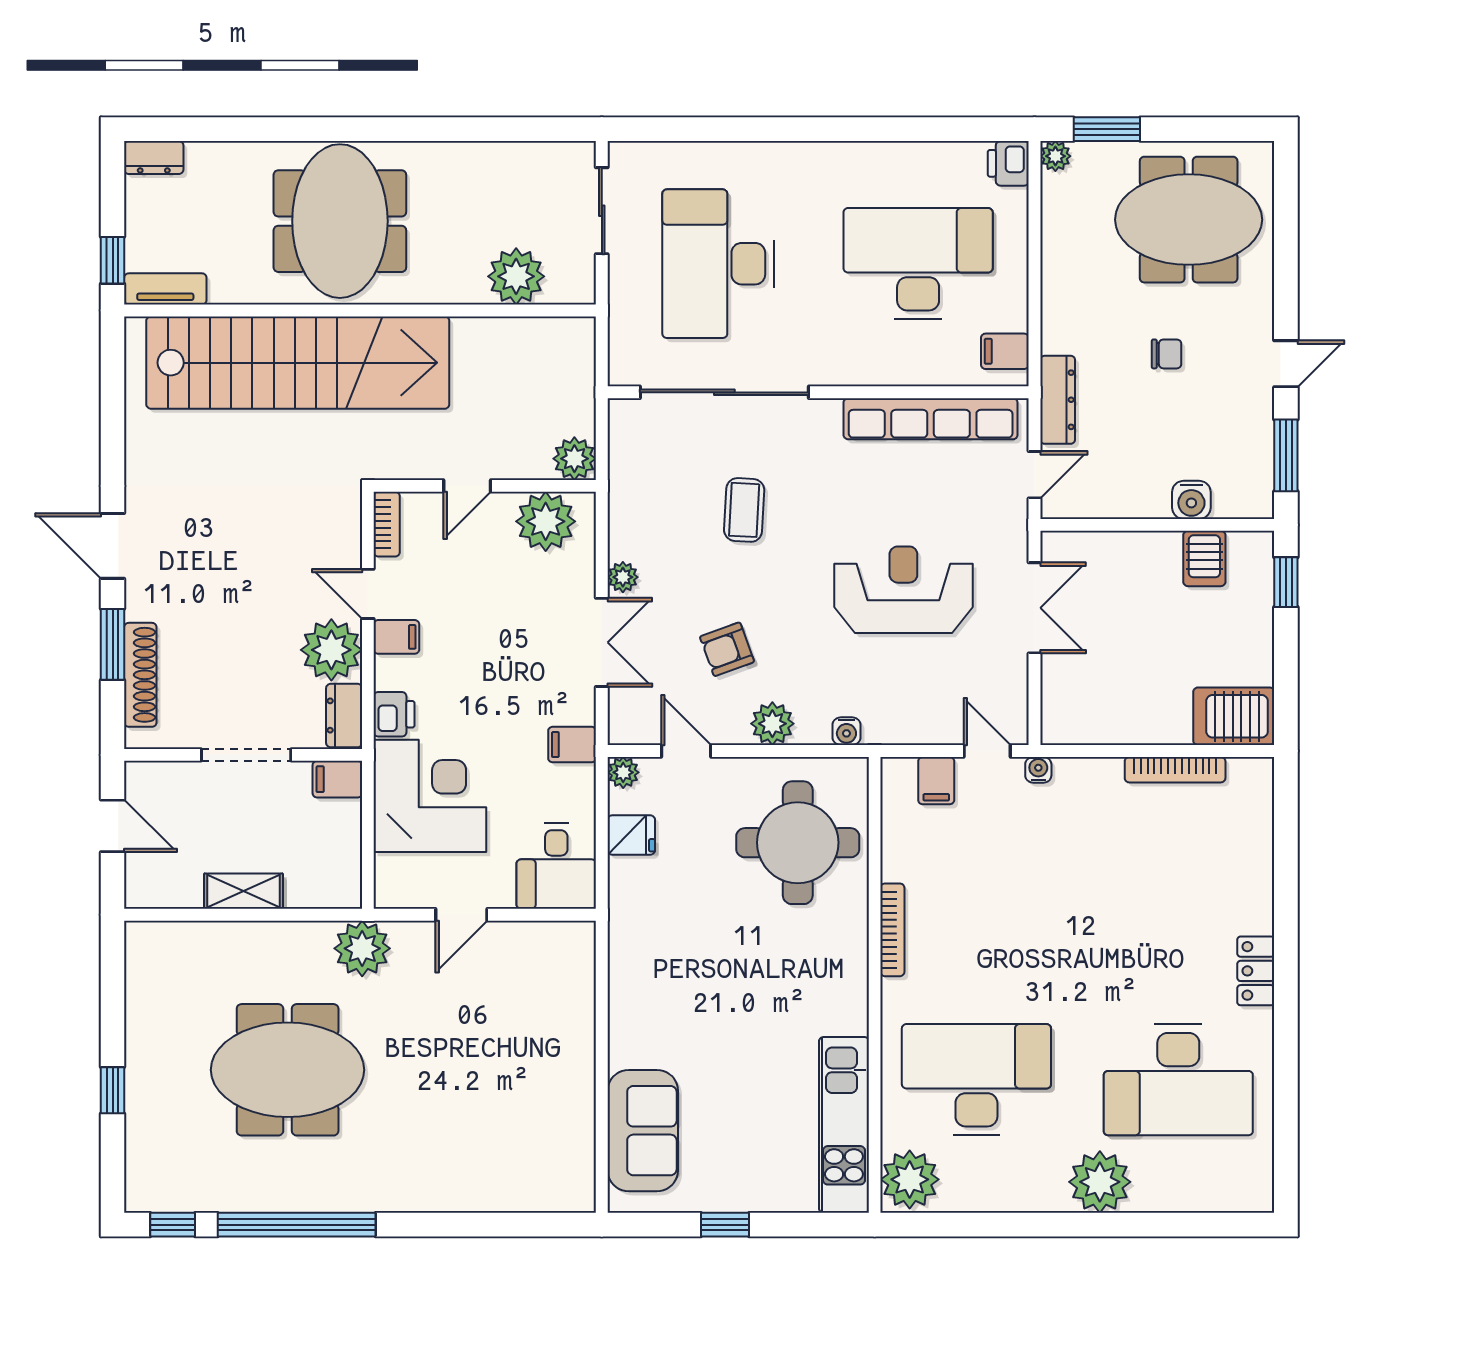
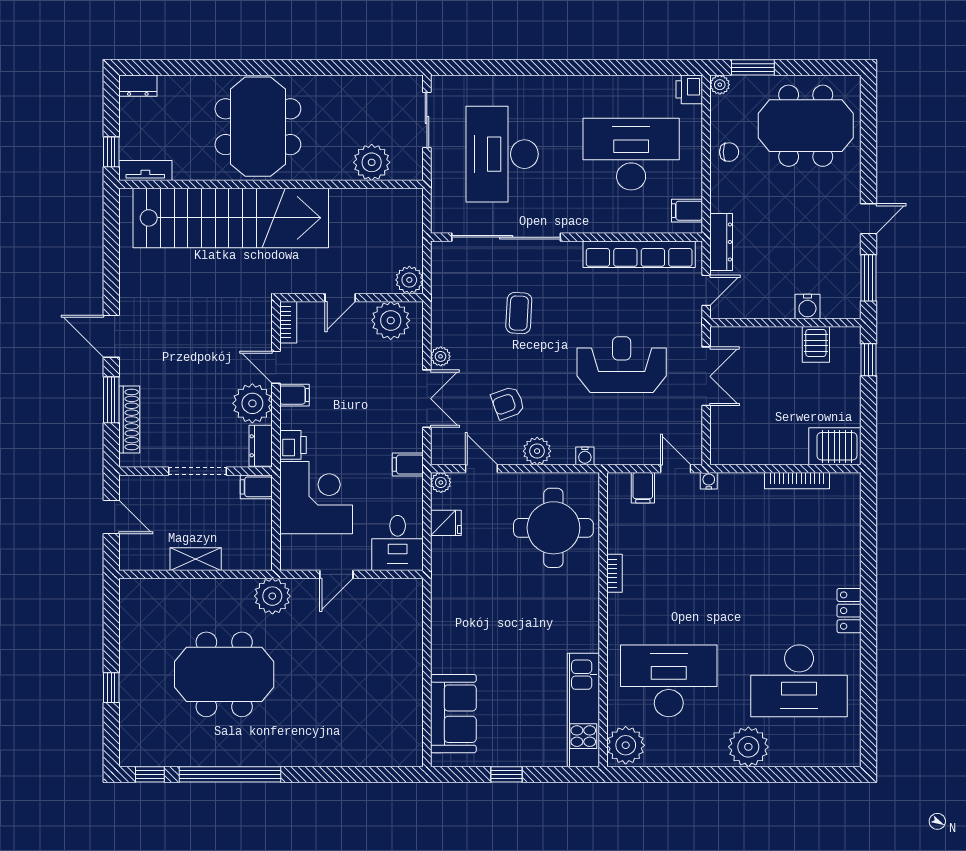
chair: (1167, 354) -> (729, 152), moved
bookcase: (892, 930) -> (615, 573), width x0.64

